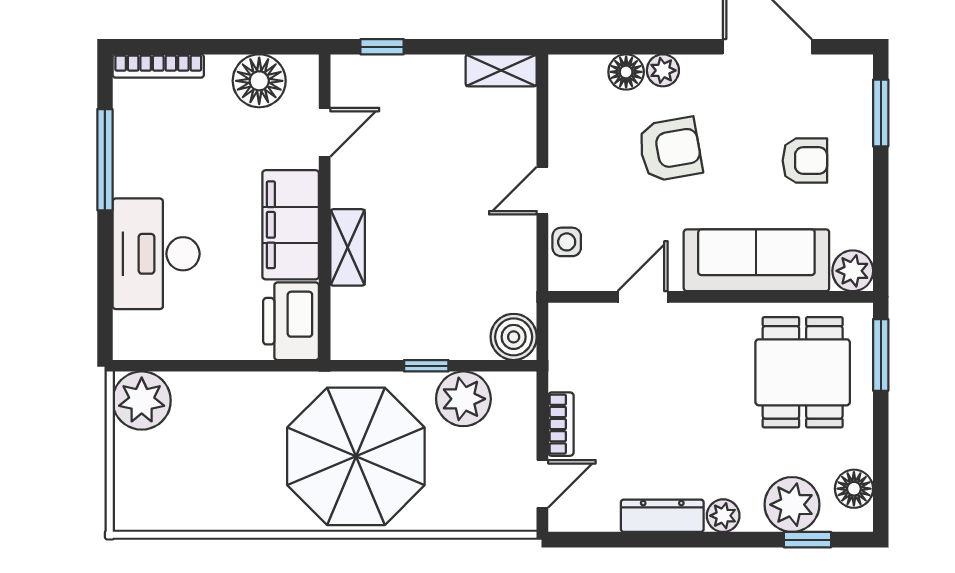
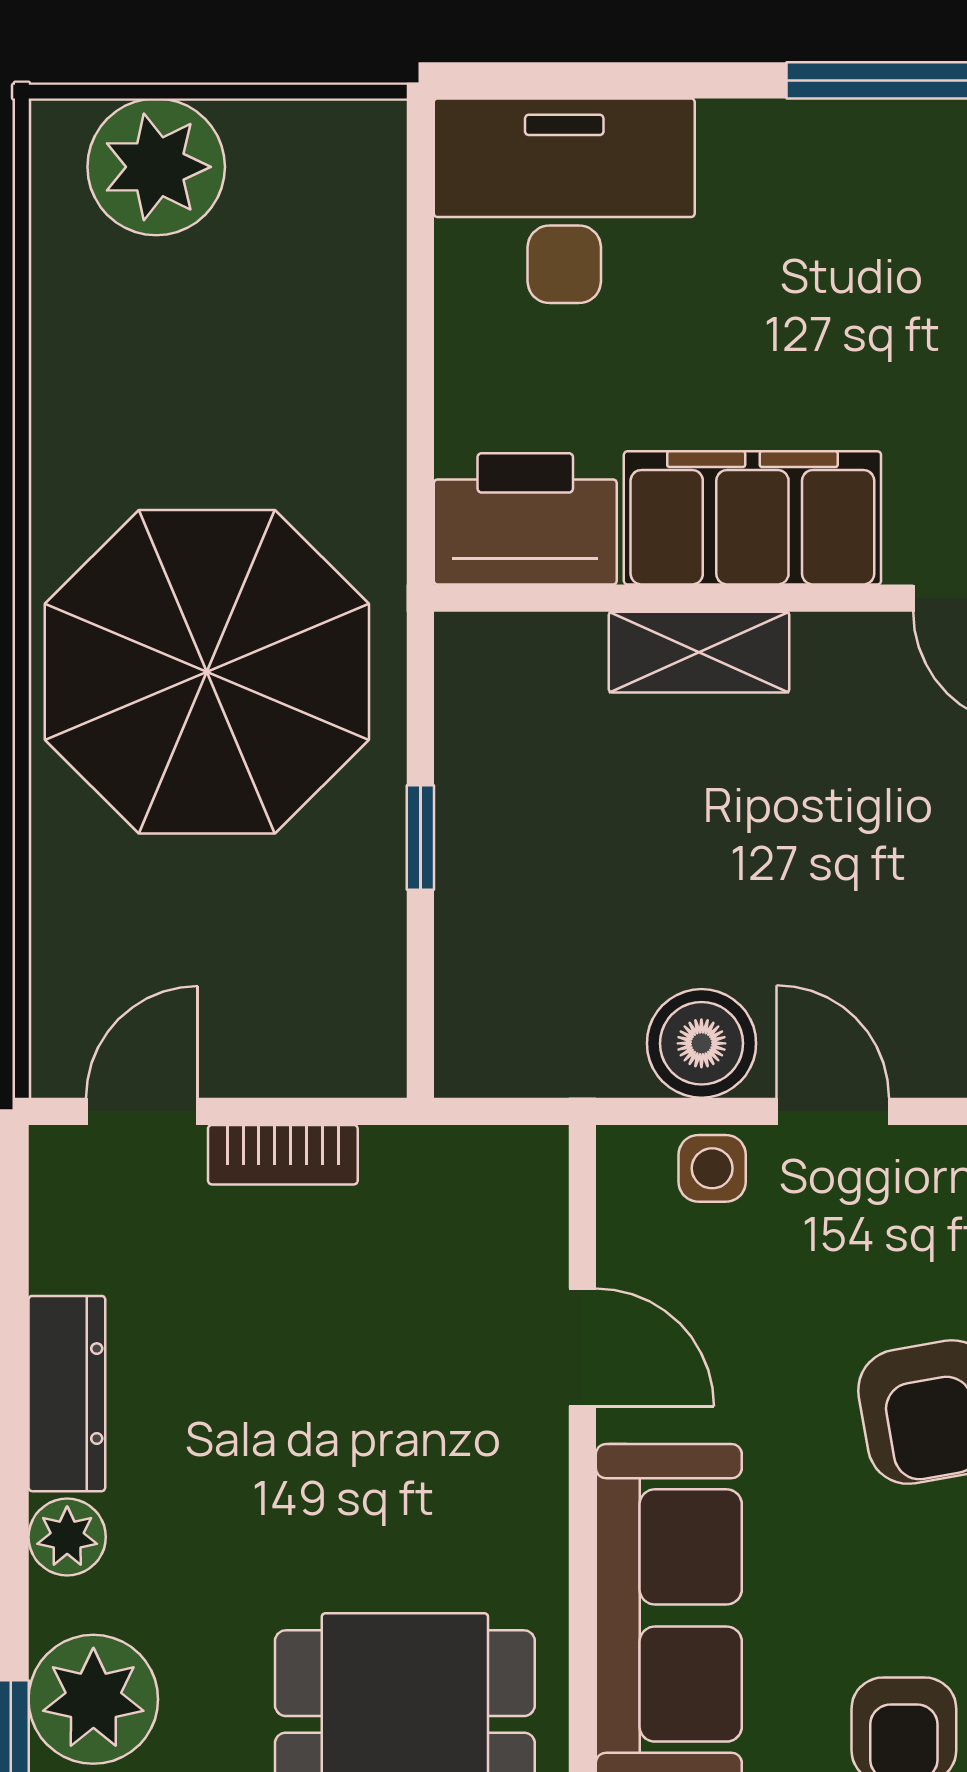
desk: (156, 254) -> (564, 201), moved
boiler: (514, 337) -> (701, 1043), moved
plant: (463, 399) -> (342, 925), removed
plant: (142, 401) -> (156, 167), moved
door: (542, 484) -> (142, 1111), swing flipped

